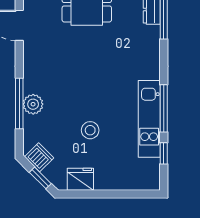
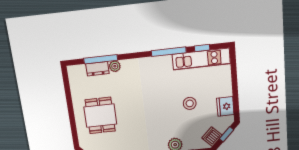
plant: (152, 33) -> (115, 66), added
kitchen unit: (149, 119) -> (201, 59), moved

